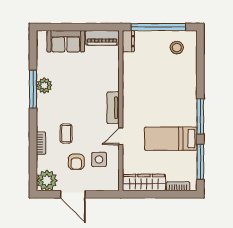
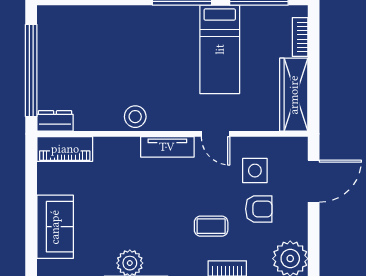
piano: (102, 38) -> (65, 149), moved, turned 90
stool: (177, 48) -> (135, 117), moved
door: (73, 194) -> (314, 181), moved

